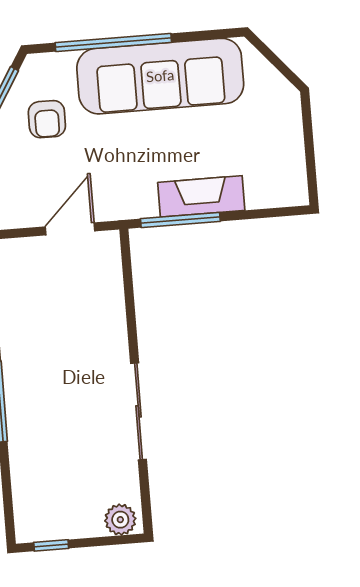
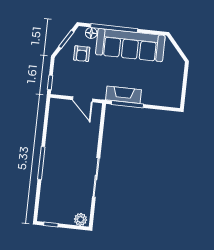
floor lamp: (60, 65) -> (91, 33), added
fireplace: (201, 196) -> (124, 95), moved
door: (70, 229) -> (83, 99), swing flipped

